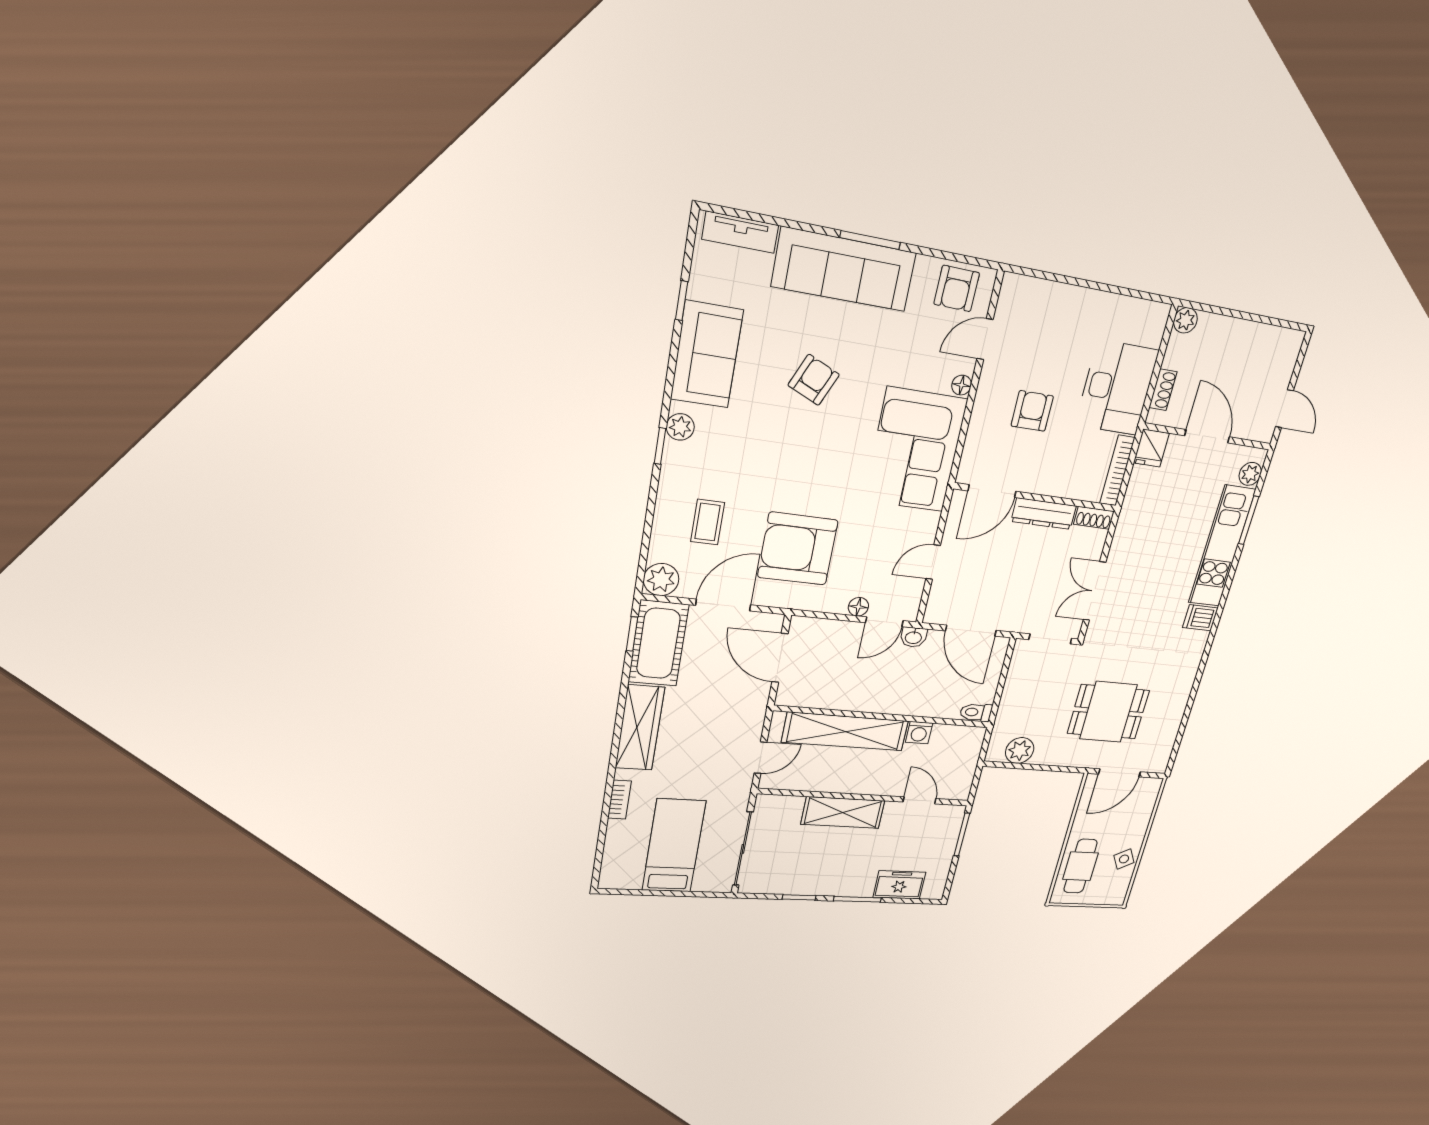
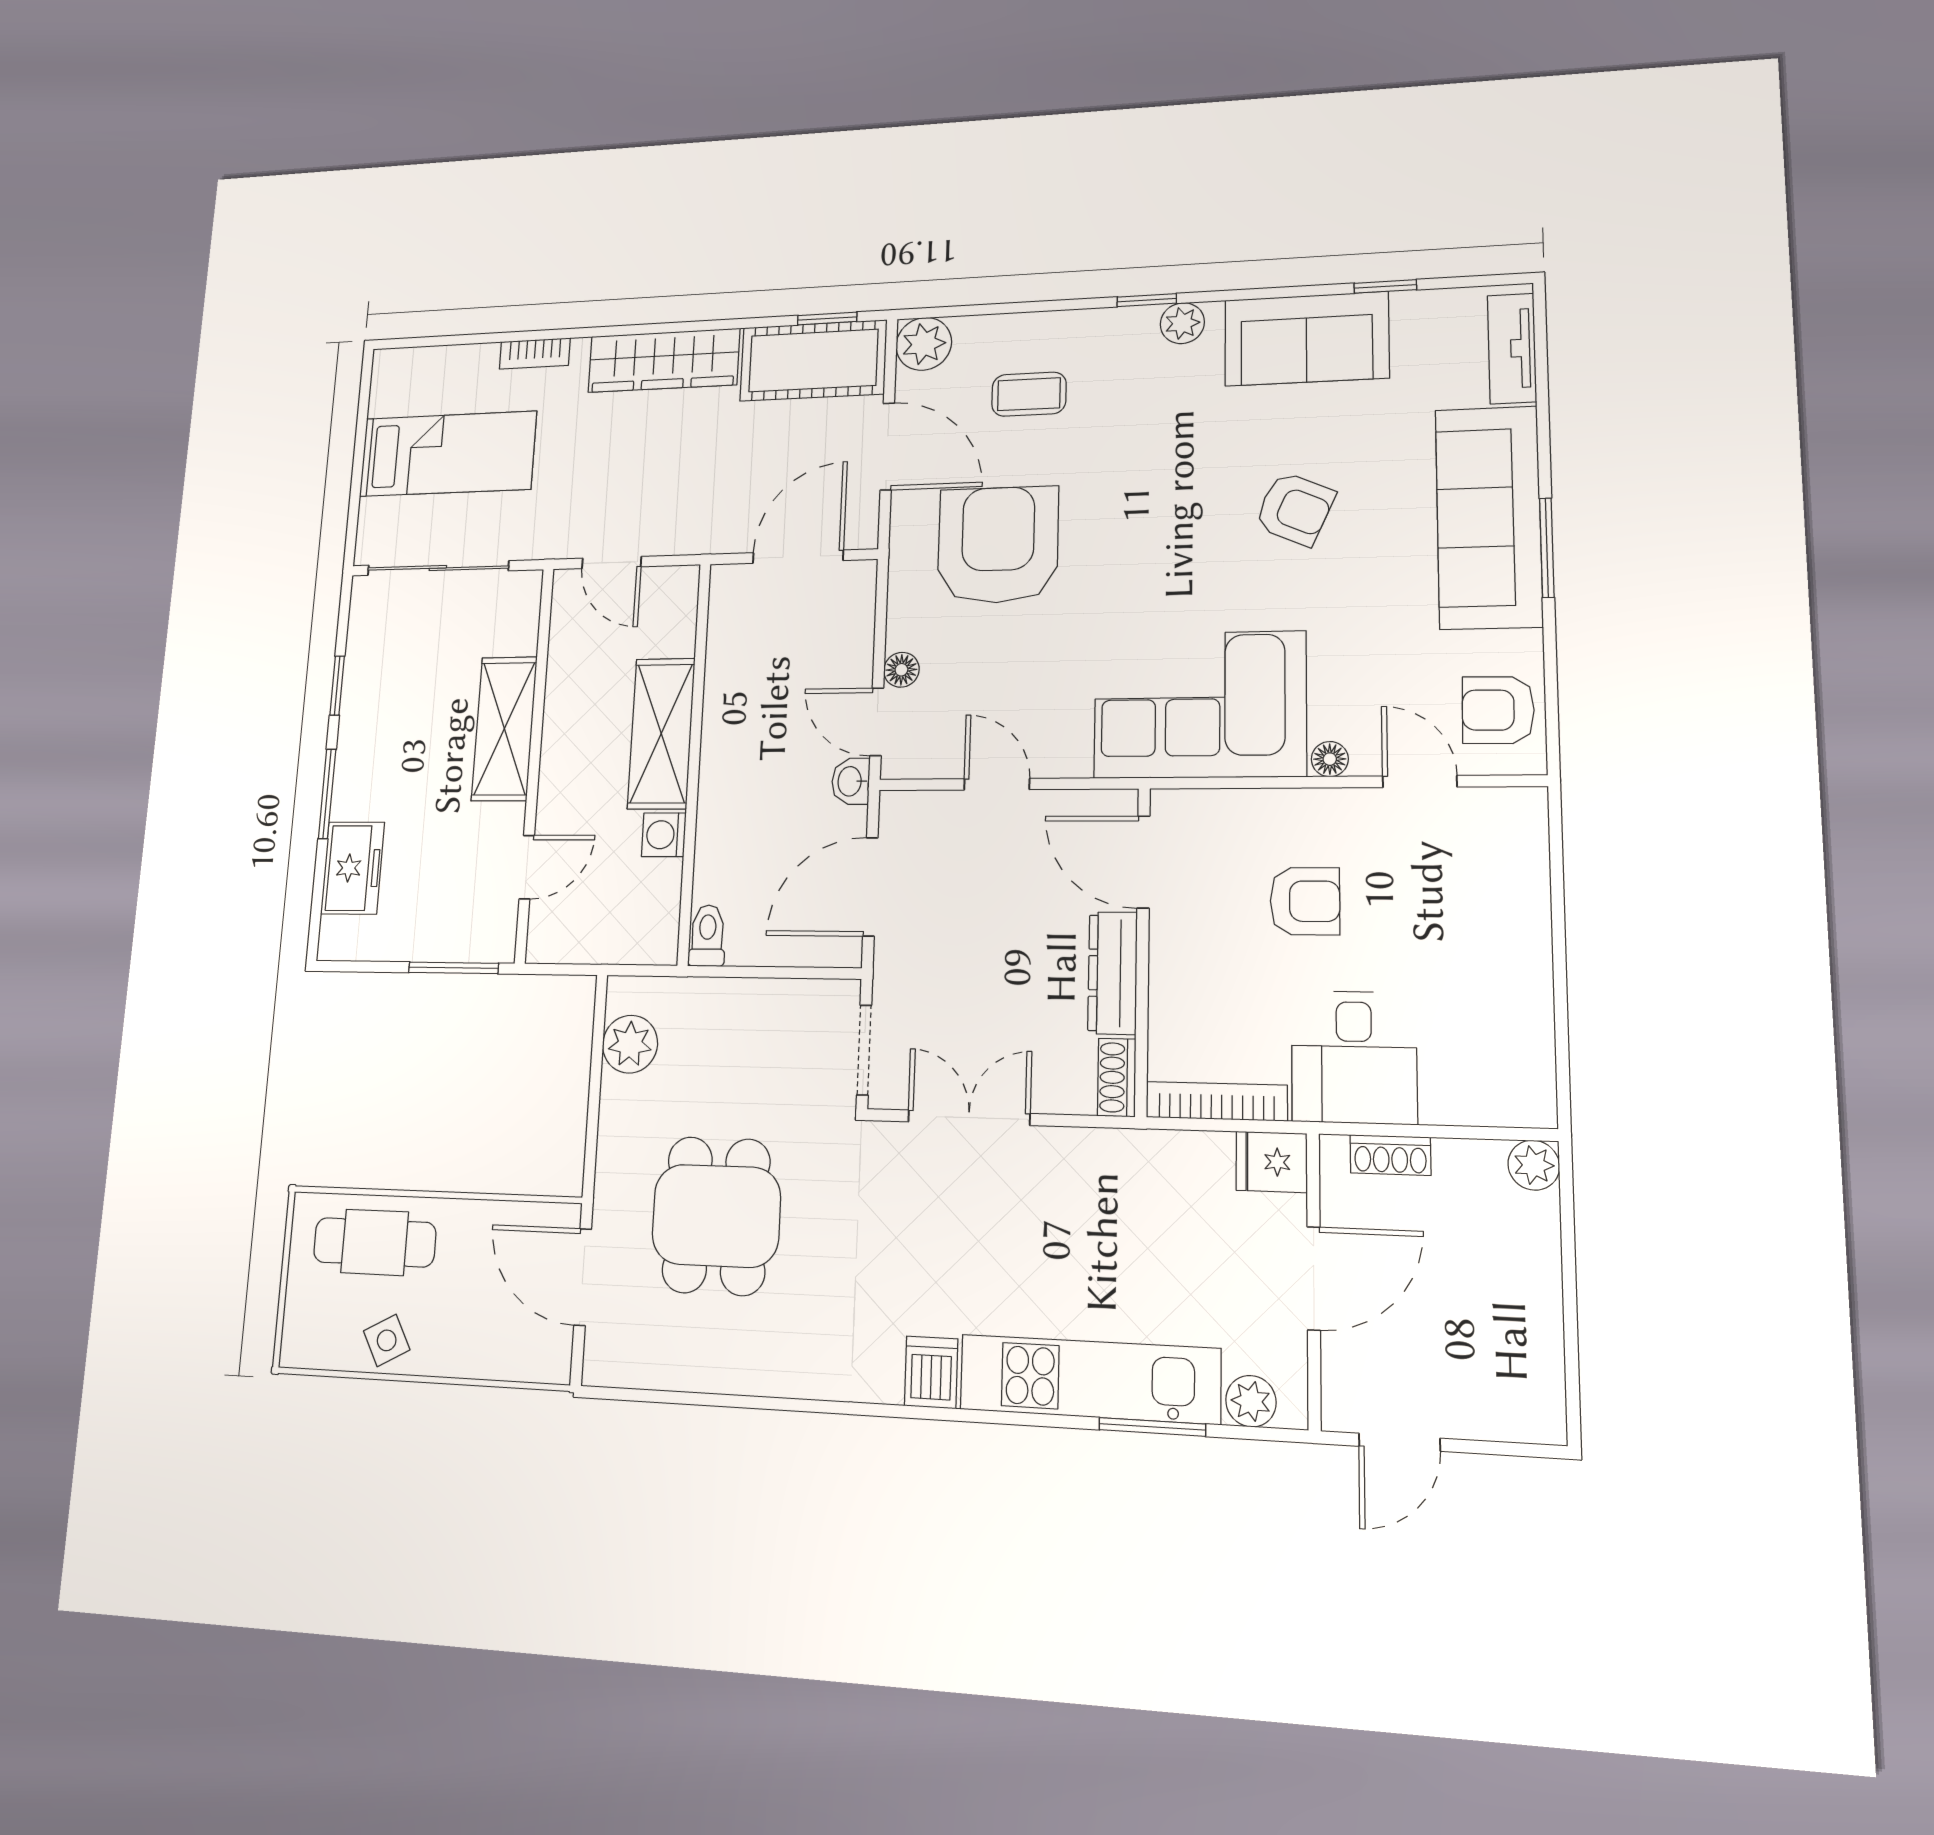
desk: (1117, 388) -> (1354, 1057), width x0.73
shelving: (845, 732) -> (661, 733), width x0.68

